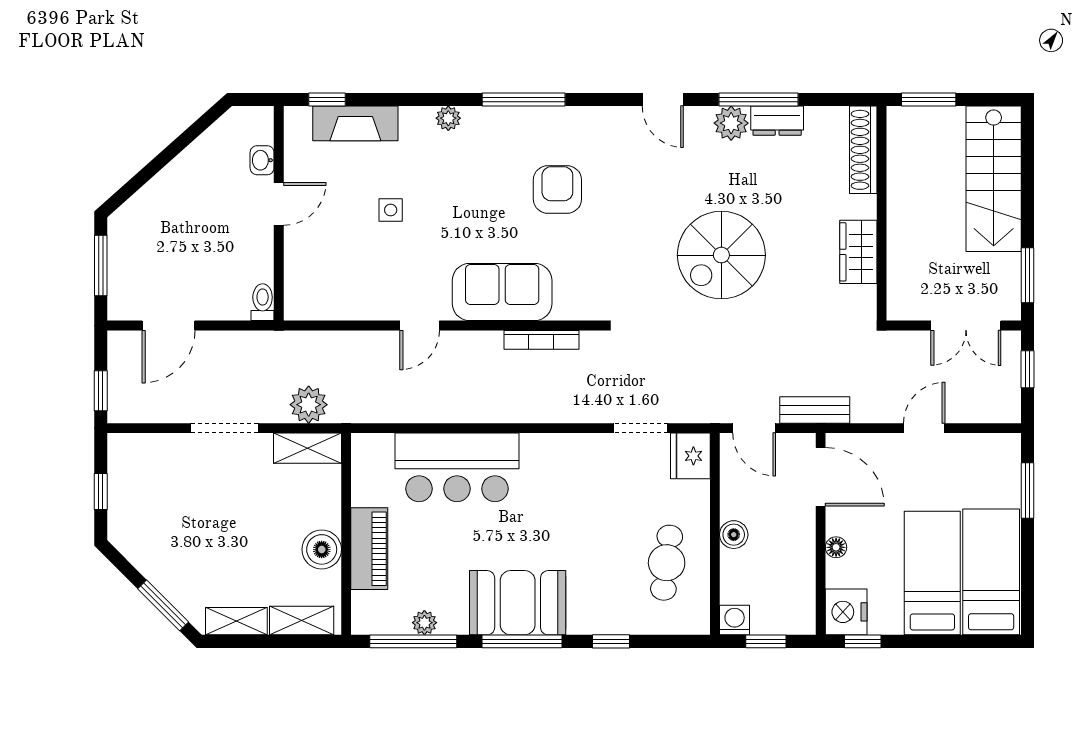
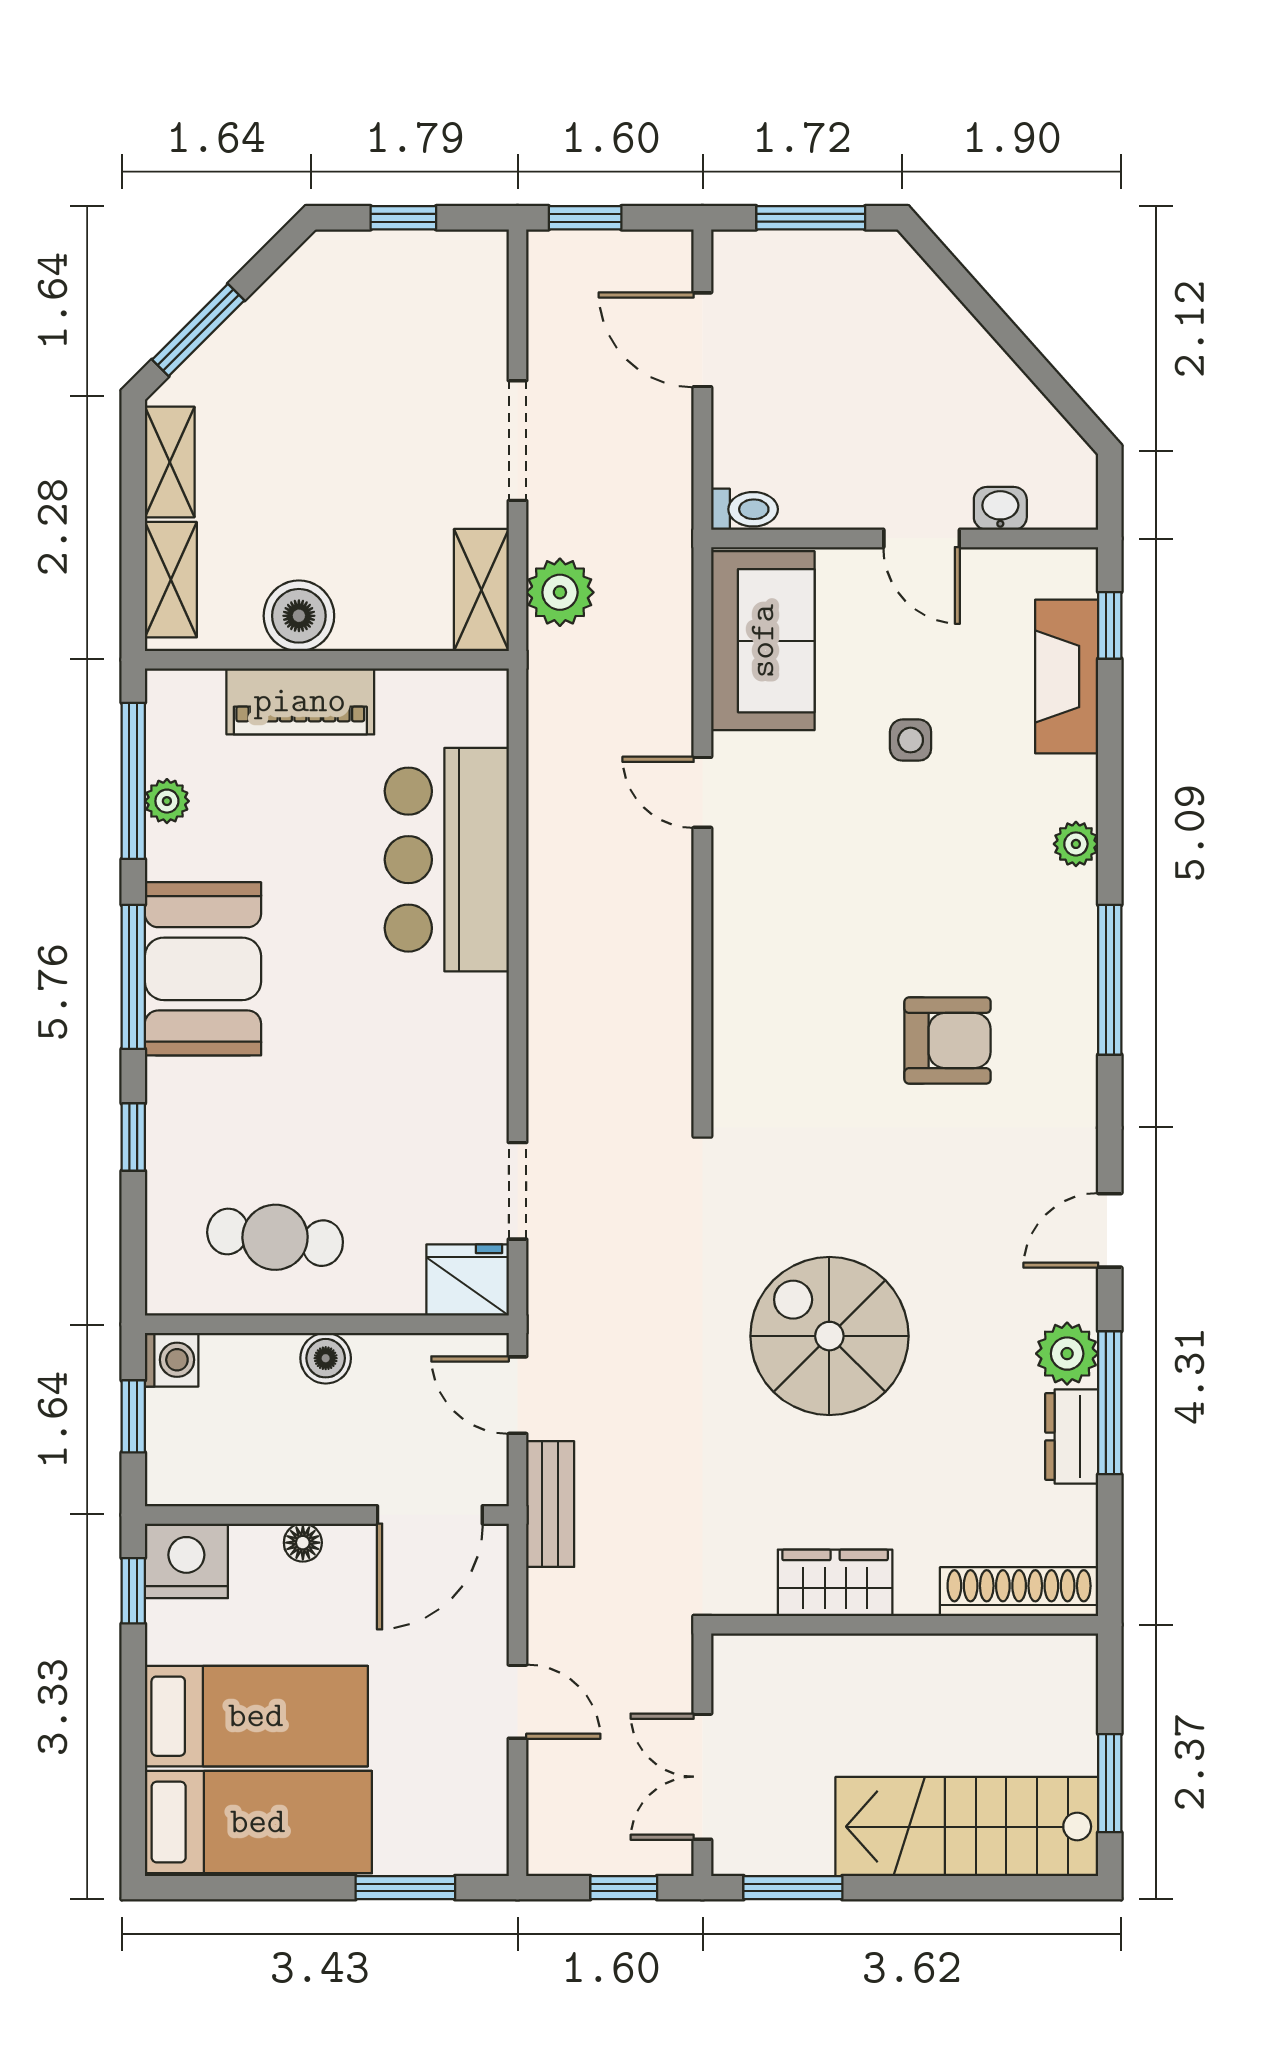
window: (929, 99) -> (1110, 1783), moved
sofa: (502, 292) -> (763, 641), moved
bookcase: (541, 340) -> (676, 1012), removed
door: (754, 428) -> (517, 1395), hinge flipped

